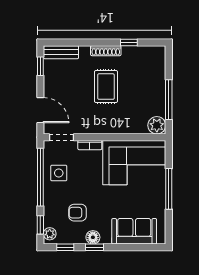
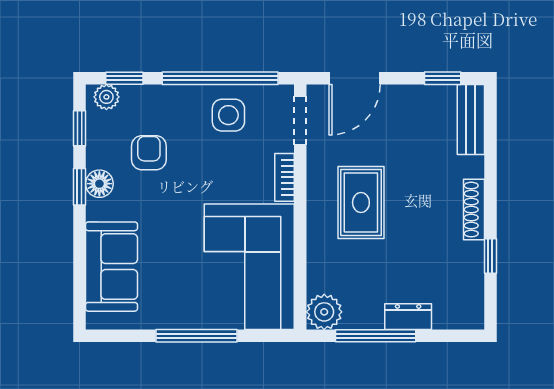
dresser: (159, 83) -> (408, 317), added
rug: (106, 87) -> (361, 203), moved, turned 90

